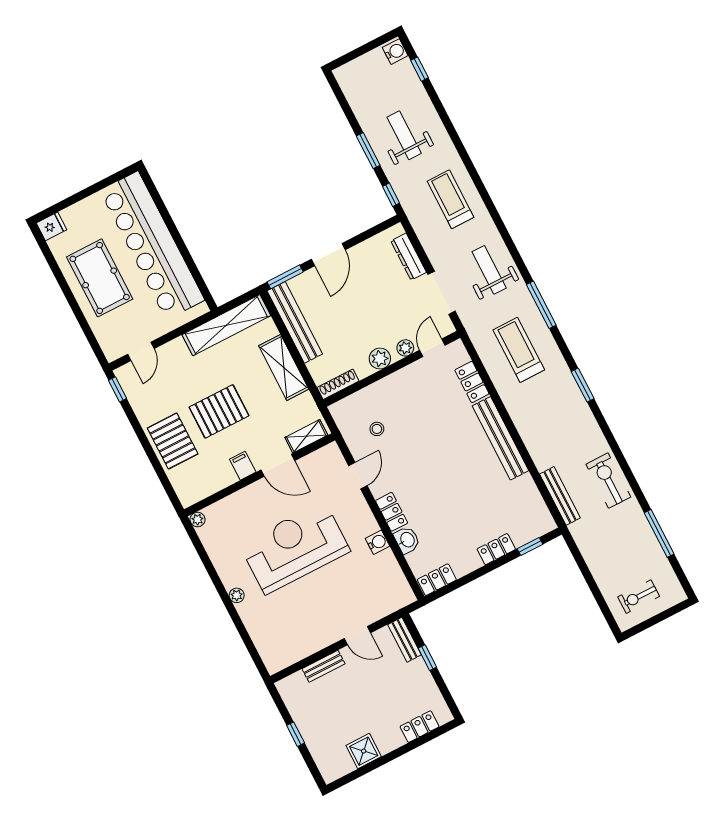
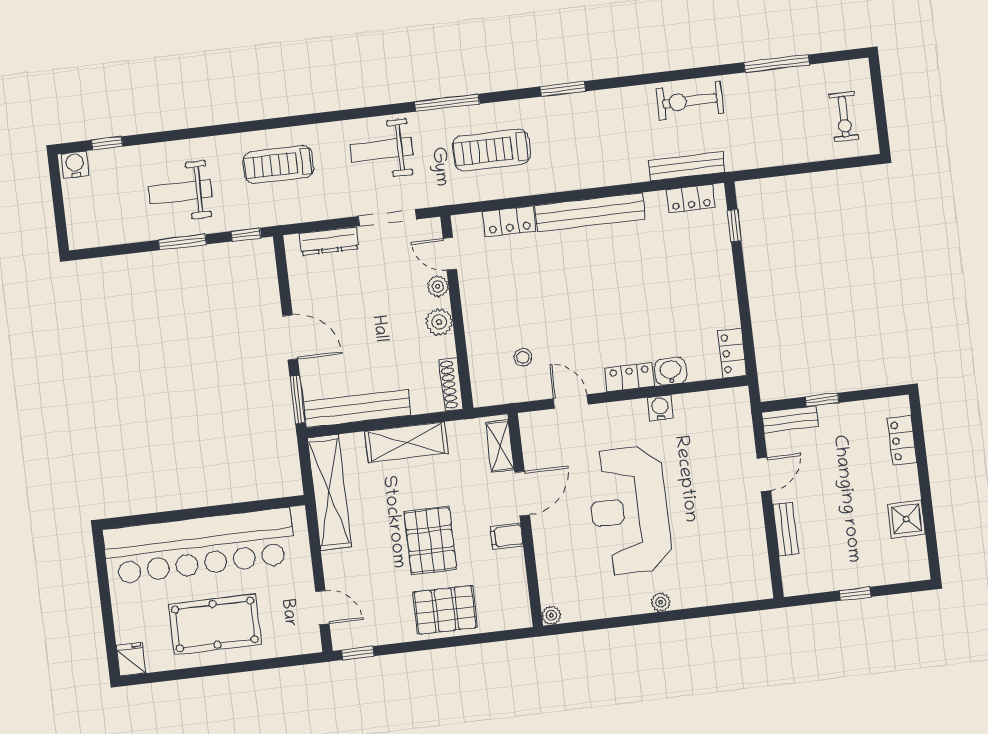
locker: (496, 549) -> (691, 199), moved, turned -90

